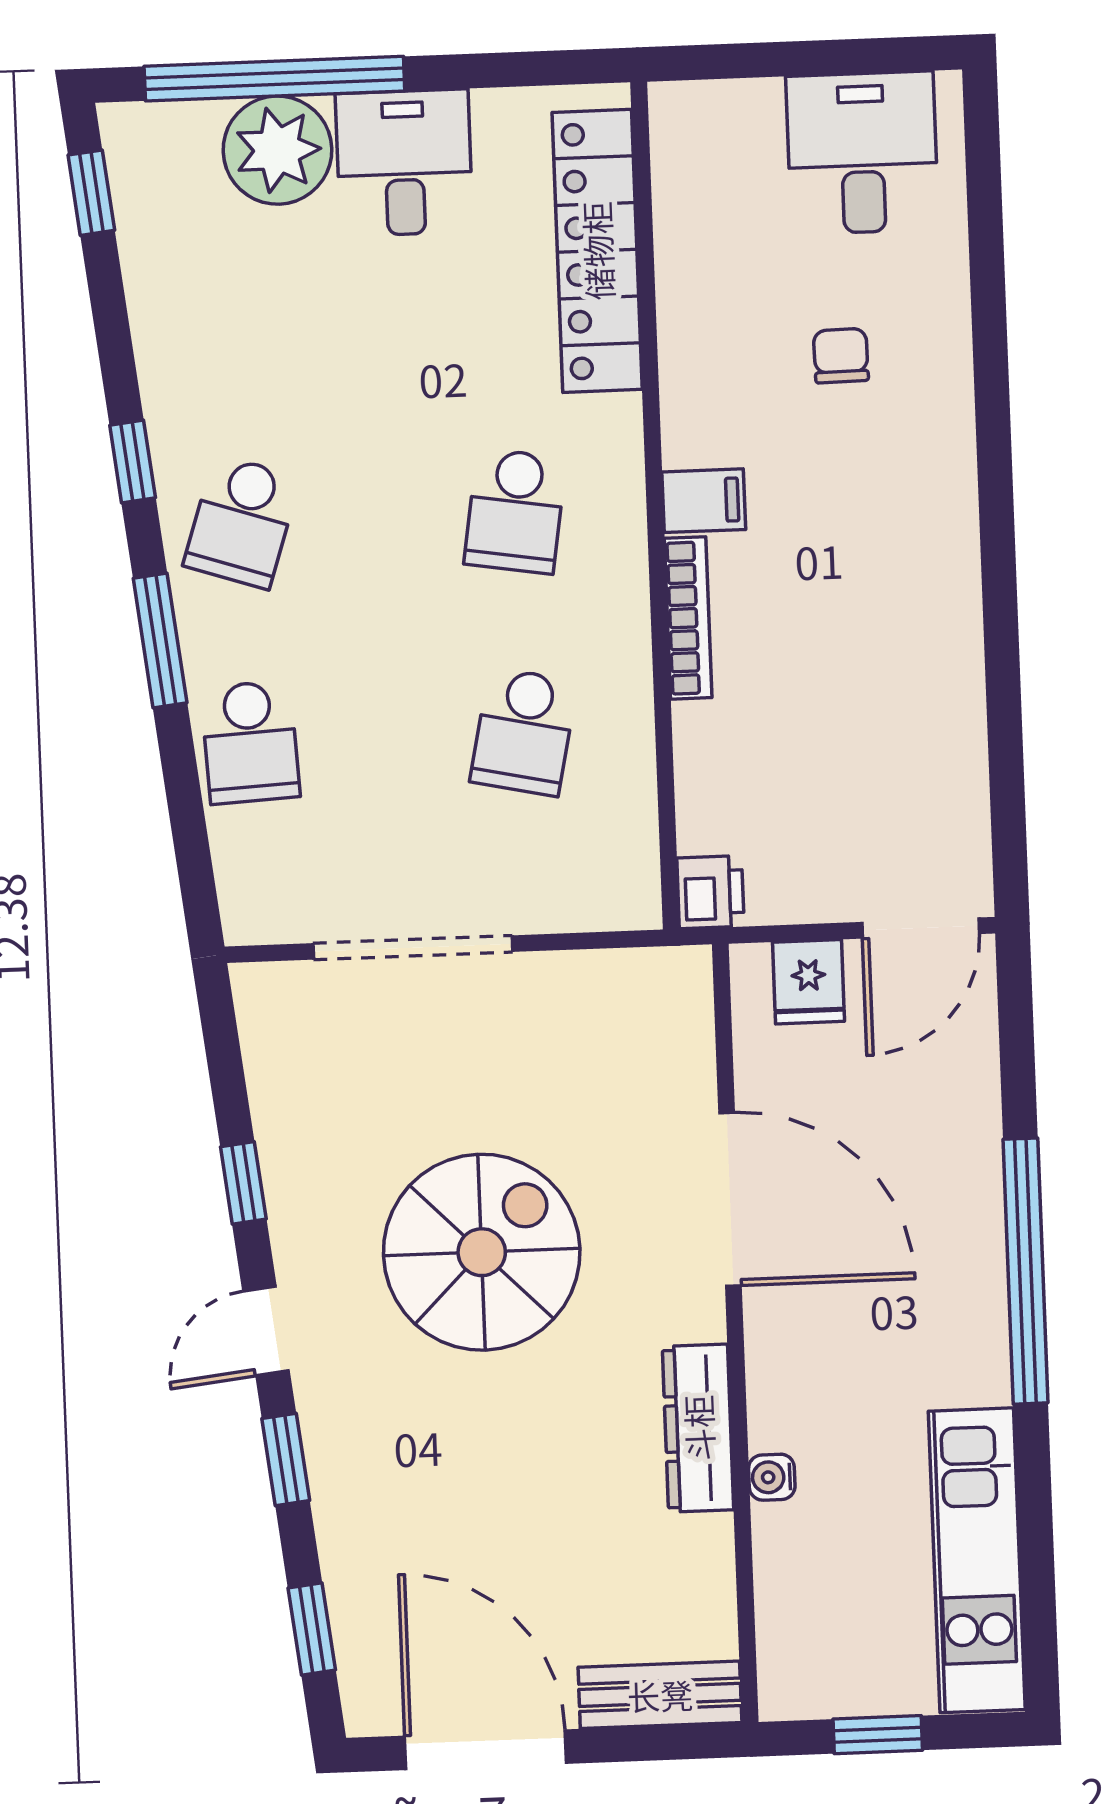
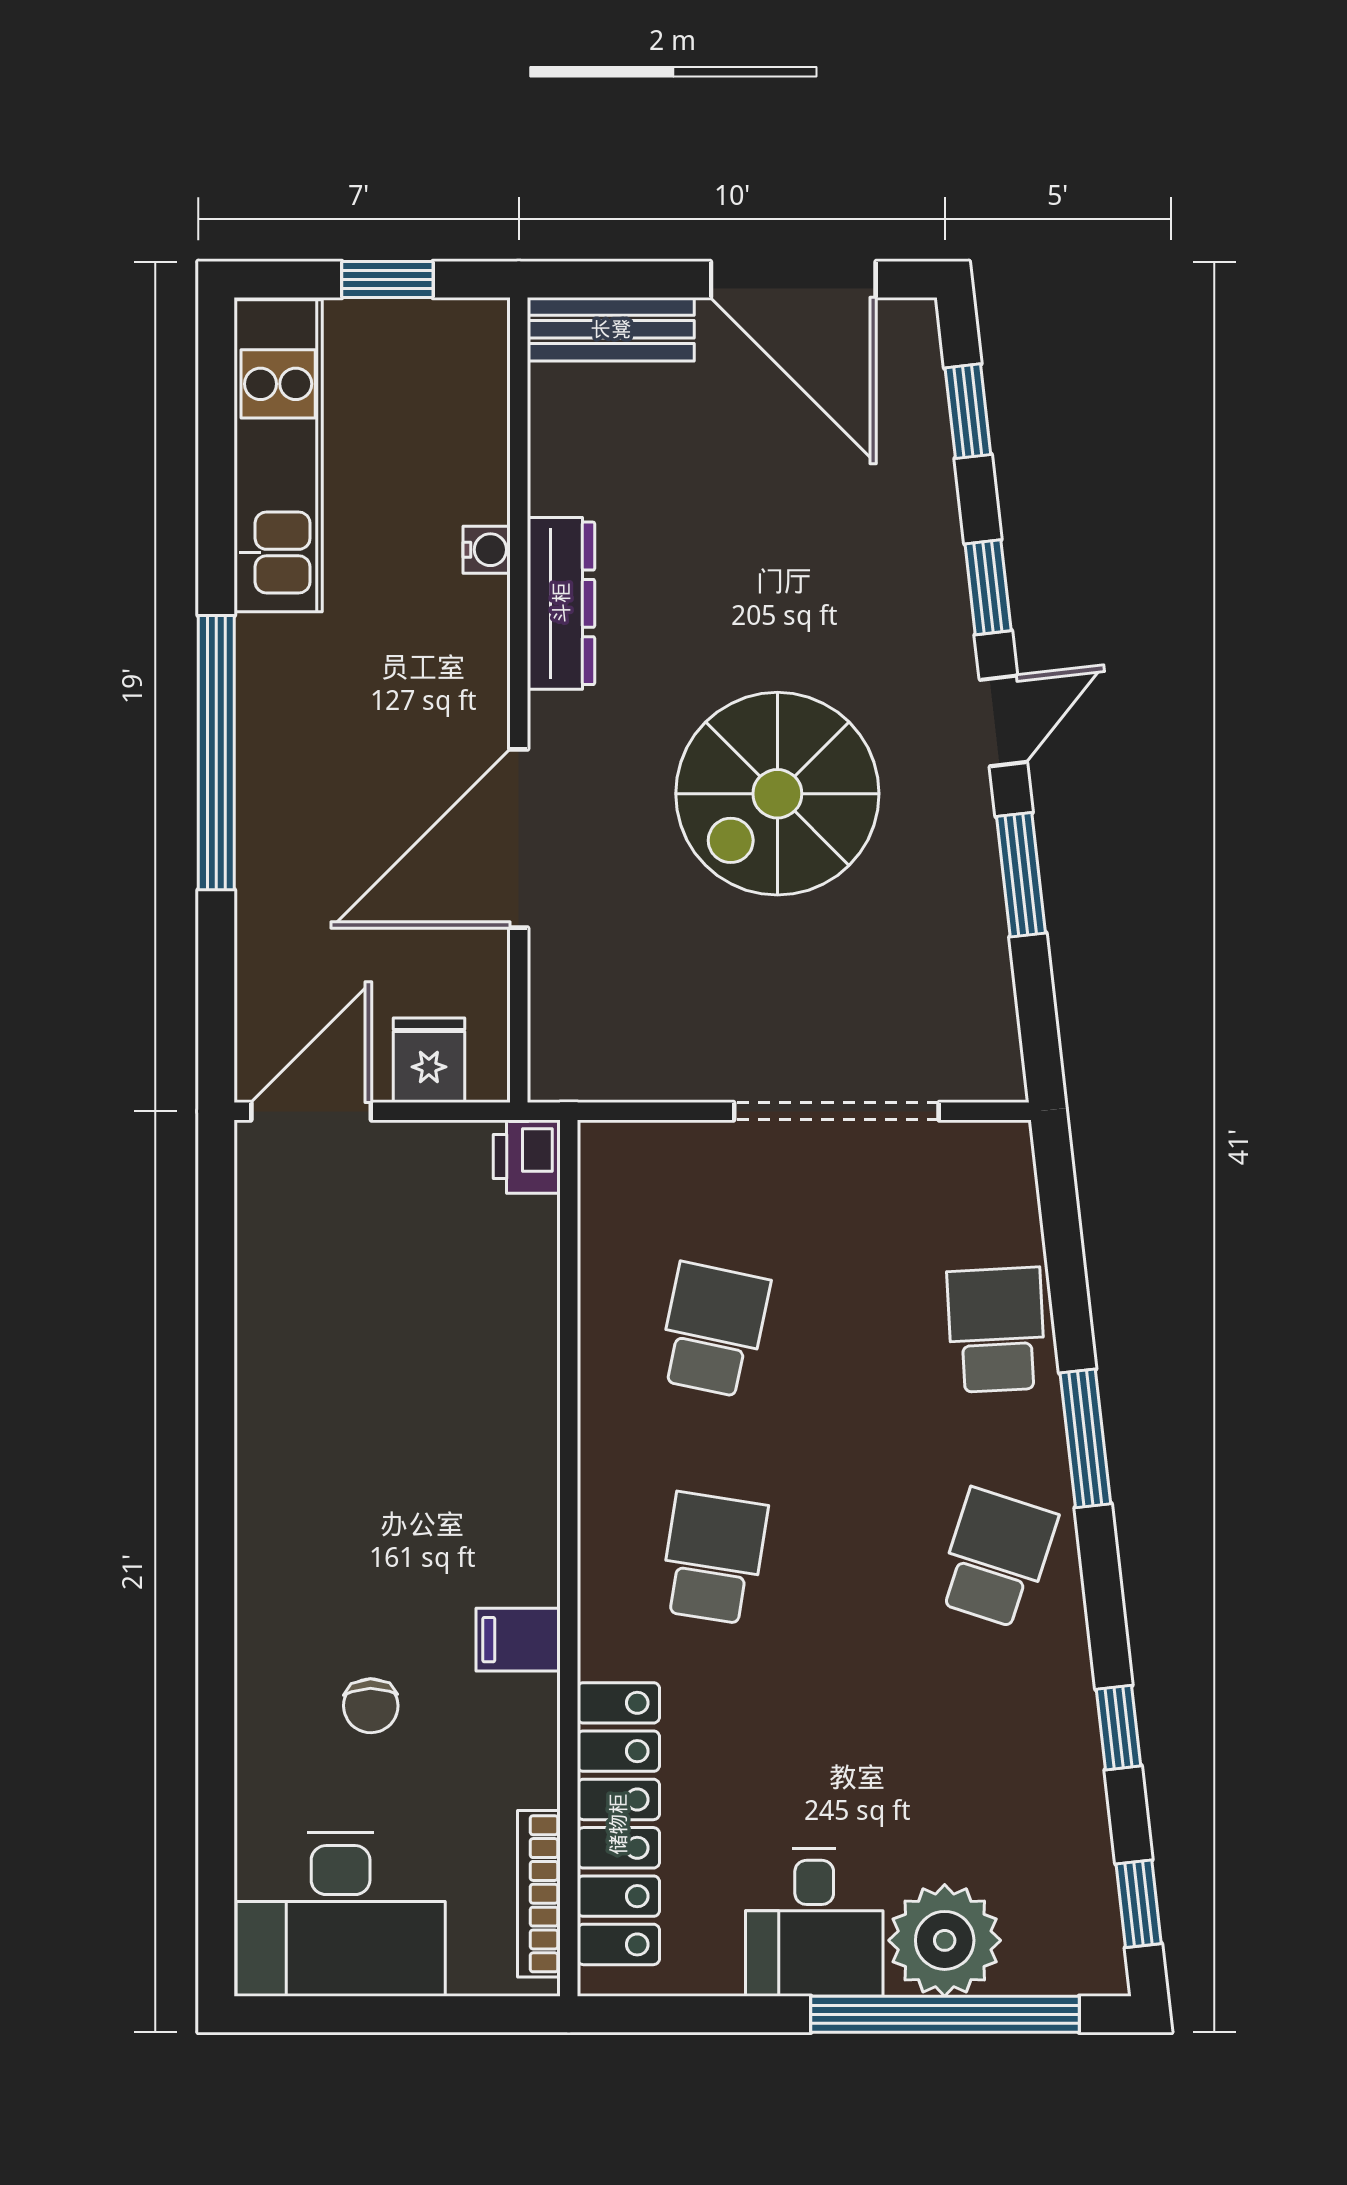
desk: (862, 153) -> (341, 1914), width x1.37
window: (133, 461) -> (1118, 1728), moved
filing cabinet: (704, 501) -> (518, 1640), moved
bookcase: (688, 618) -> (539, 1894), moved
window: (243, 1183) -> (1021, 875), width x1.50
door: (730, 1199) -> (519, 839), hinge flipped

